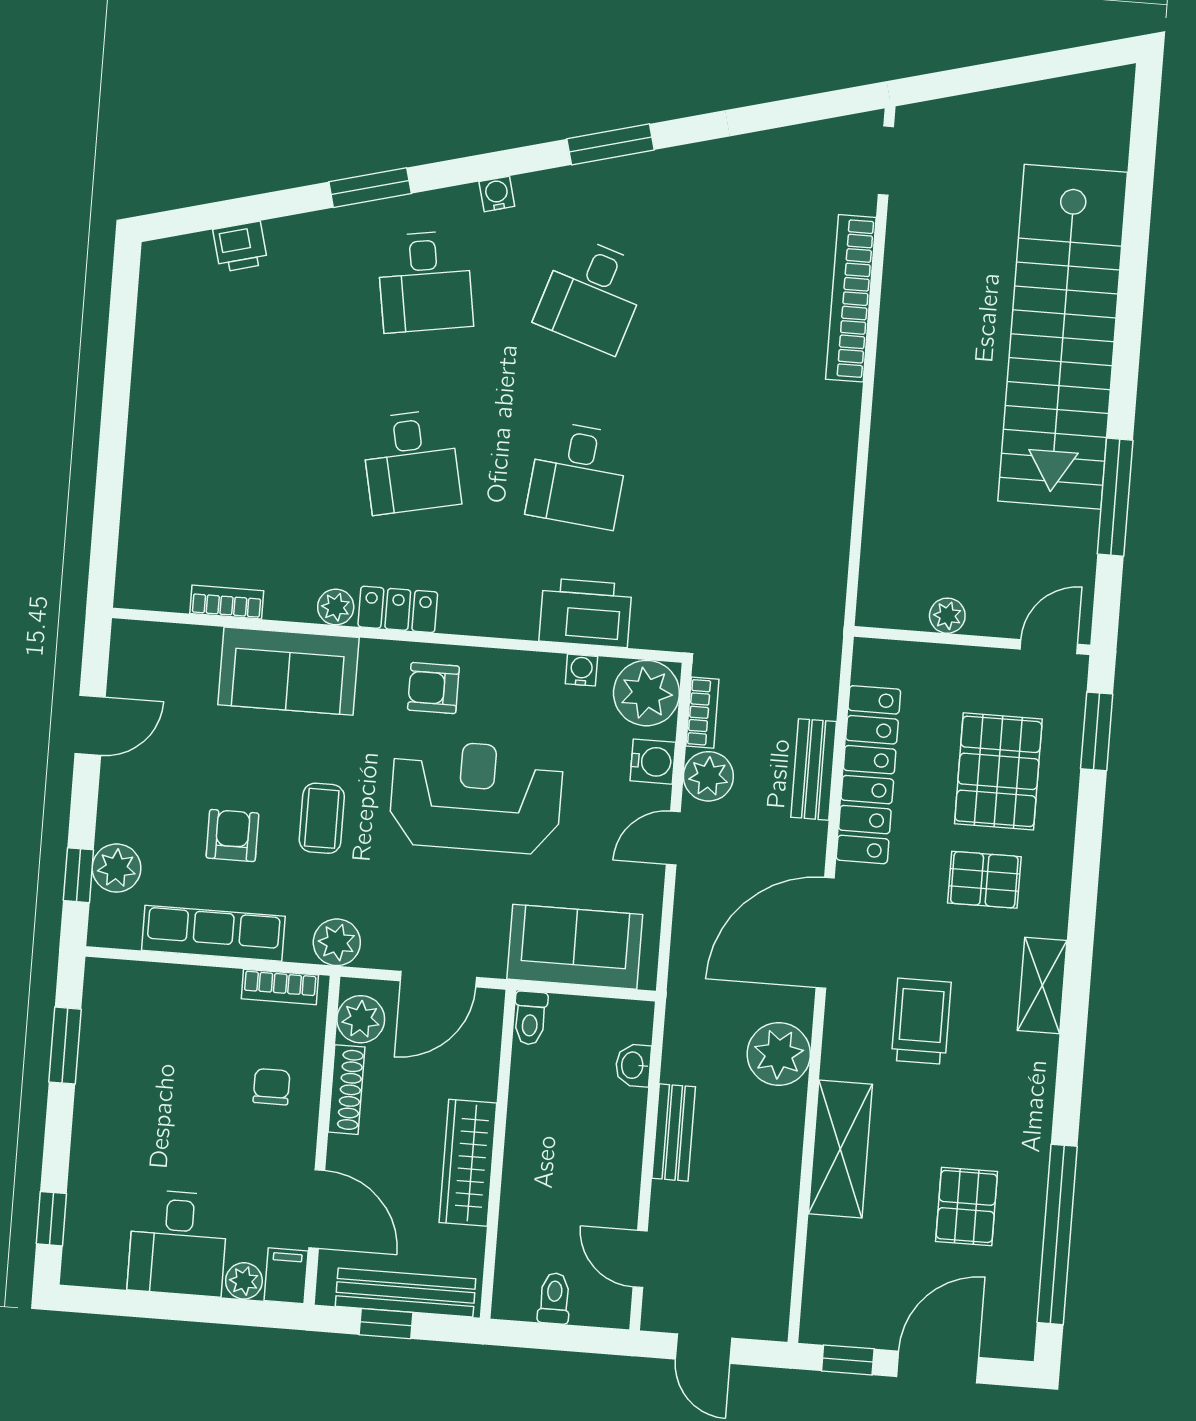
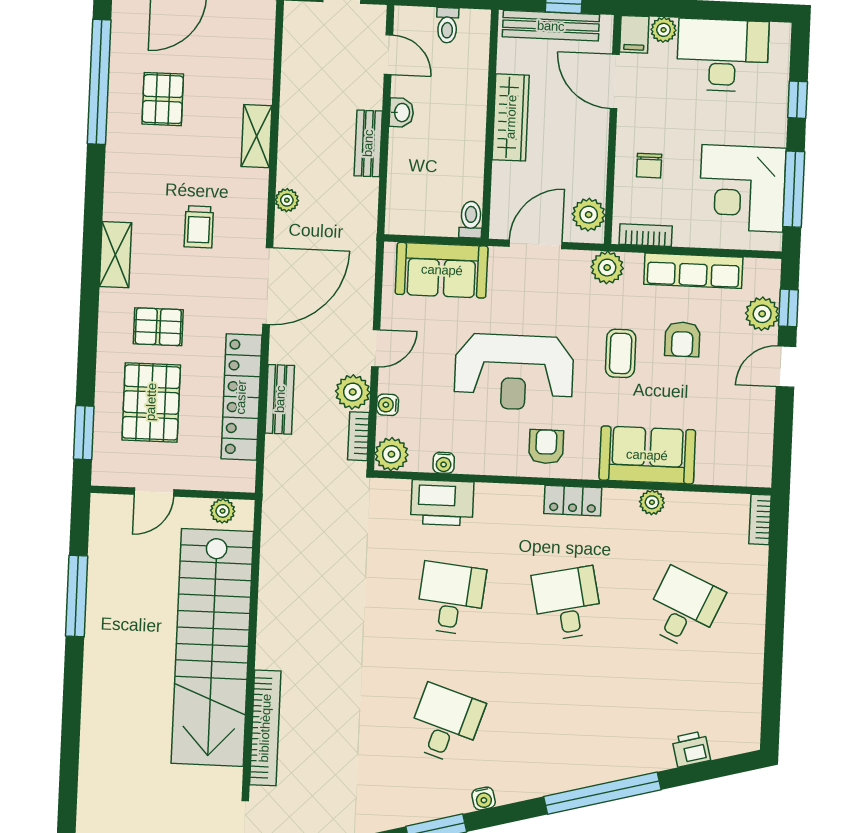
window: (370, 188) -> (602, 793), width x2.11
water cooler: (497, 194) -> (484, 799), moved
desk: (425, 282) -> (684, 609), moved, turned 33
stairs: (1063, 337) -> (212, 647), moved, turned 180
bookcase: (227, 602) -> (760, 519), moved, turned 90
plant: (336, 607) -> (652, 502), moved
plant: (947, 616) -> (223, 511), moved
door: (1049, 647) -> (154, 492), moved
armchair: (433, 688) -> (546, 447), turned -90
plant: (646, 693) -> (391, 454), width x0.73, depth x0.73
door: (90, 725) -> (786, 367), moved
water cooler: (653, 762) -> (388, 405), width x0.72, depth x0.72
trolley: (921, 1021) -> (199, 227), width x0.73, depth x0.72
window: (65, 1046) -> (794, 189), width x1.44
corner desk: (139, 1049) -> (742, 188), added
plant: (779, 1054) -> (287, 200), width x0.53, depth x0.53
washbasin: (633, 1065) -> (401, 113), moved
shoe rack: (346, 1090) -> (597, 165), removed
shelving: (840, 1149) -> (257, 136), width x0.67, depth x0.75
window: (51, 1219) -> (798, 100), moved
desk: (178, 1243) -> (723, 55), width x1.37

